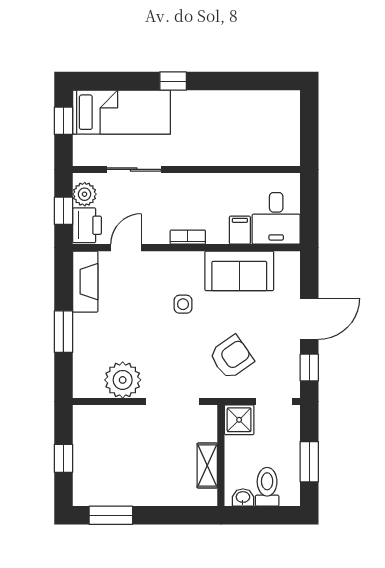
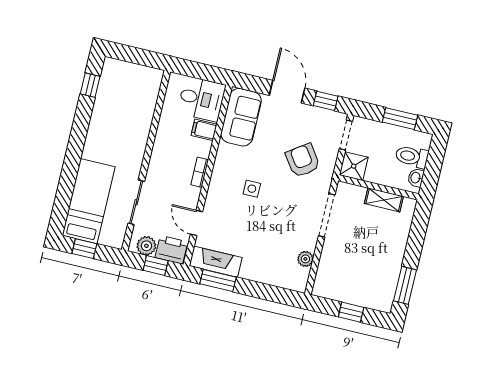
window: (173, 81) -> (90, 85), moved
sofa: (239, 271) -> (241, 117), moved
window: (63, 332) -> (218, 280), moved
plant: (123, 380) -> (305, 259), width x0.53, depth x0.53

